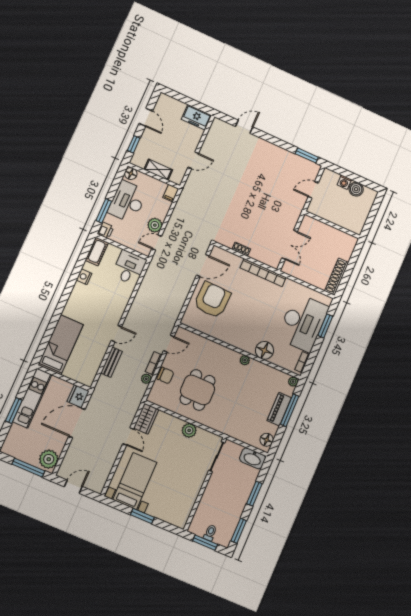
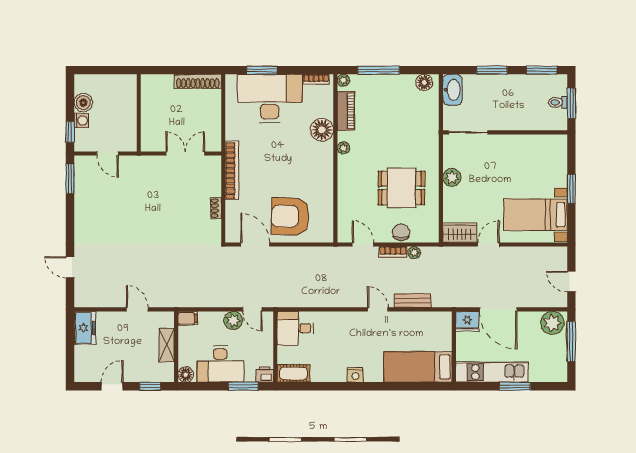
window: (340, 171) -> (70, 132), added
nightstand: (84, 277) -> (355, 375), moved
piano: (279, 409) -> (346, 111), moved, turned -90

